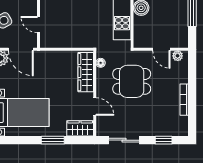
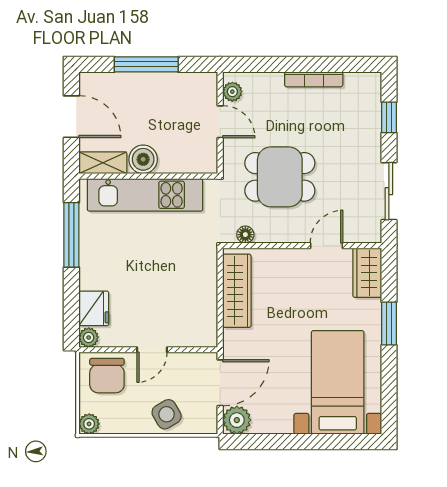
door: (39, 25) -> (152, 350), moved
door: (161, 49) -> (220, 122), hinge flipped
wardrobe: (86, 72) -> (237, 291), moved, turned -90
dining table: (132, 81) -> (280, 177), turned 90

